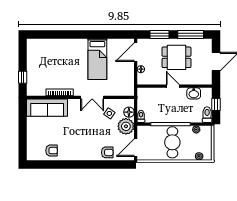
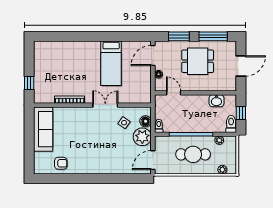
door: (173, 86) -> (174, 93), moved
double door: (92, 97) -> (105, 105), swing flipped
sofa: (47, 108) -> (43, 129), moved, turned -90
cafe table: (172, 142) -> (193, 154), turned 90
armchair: (107, 152) -> (122, 165), removed

